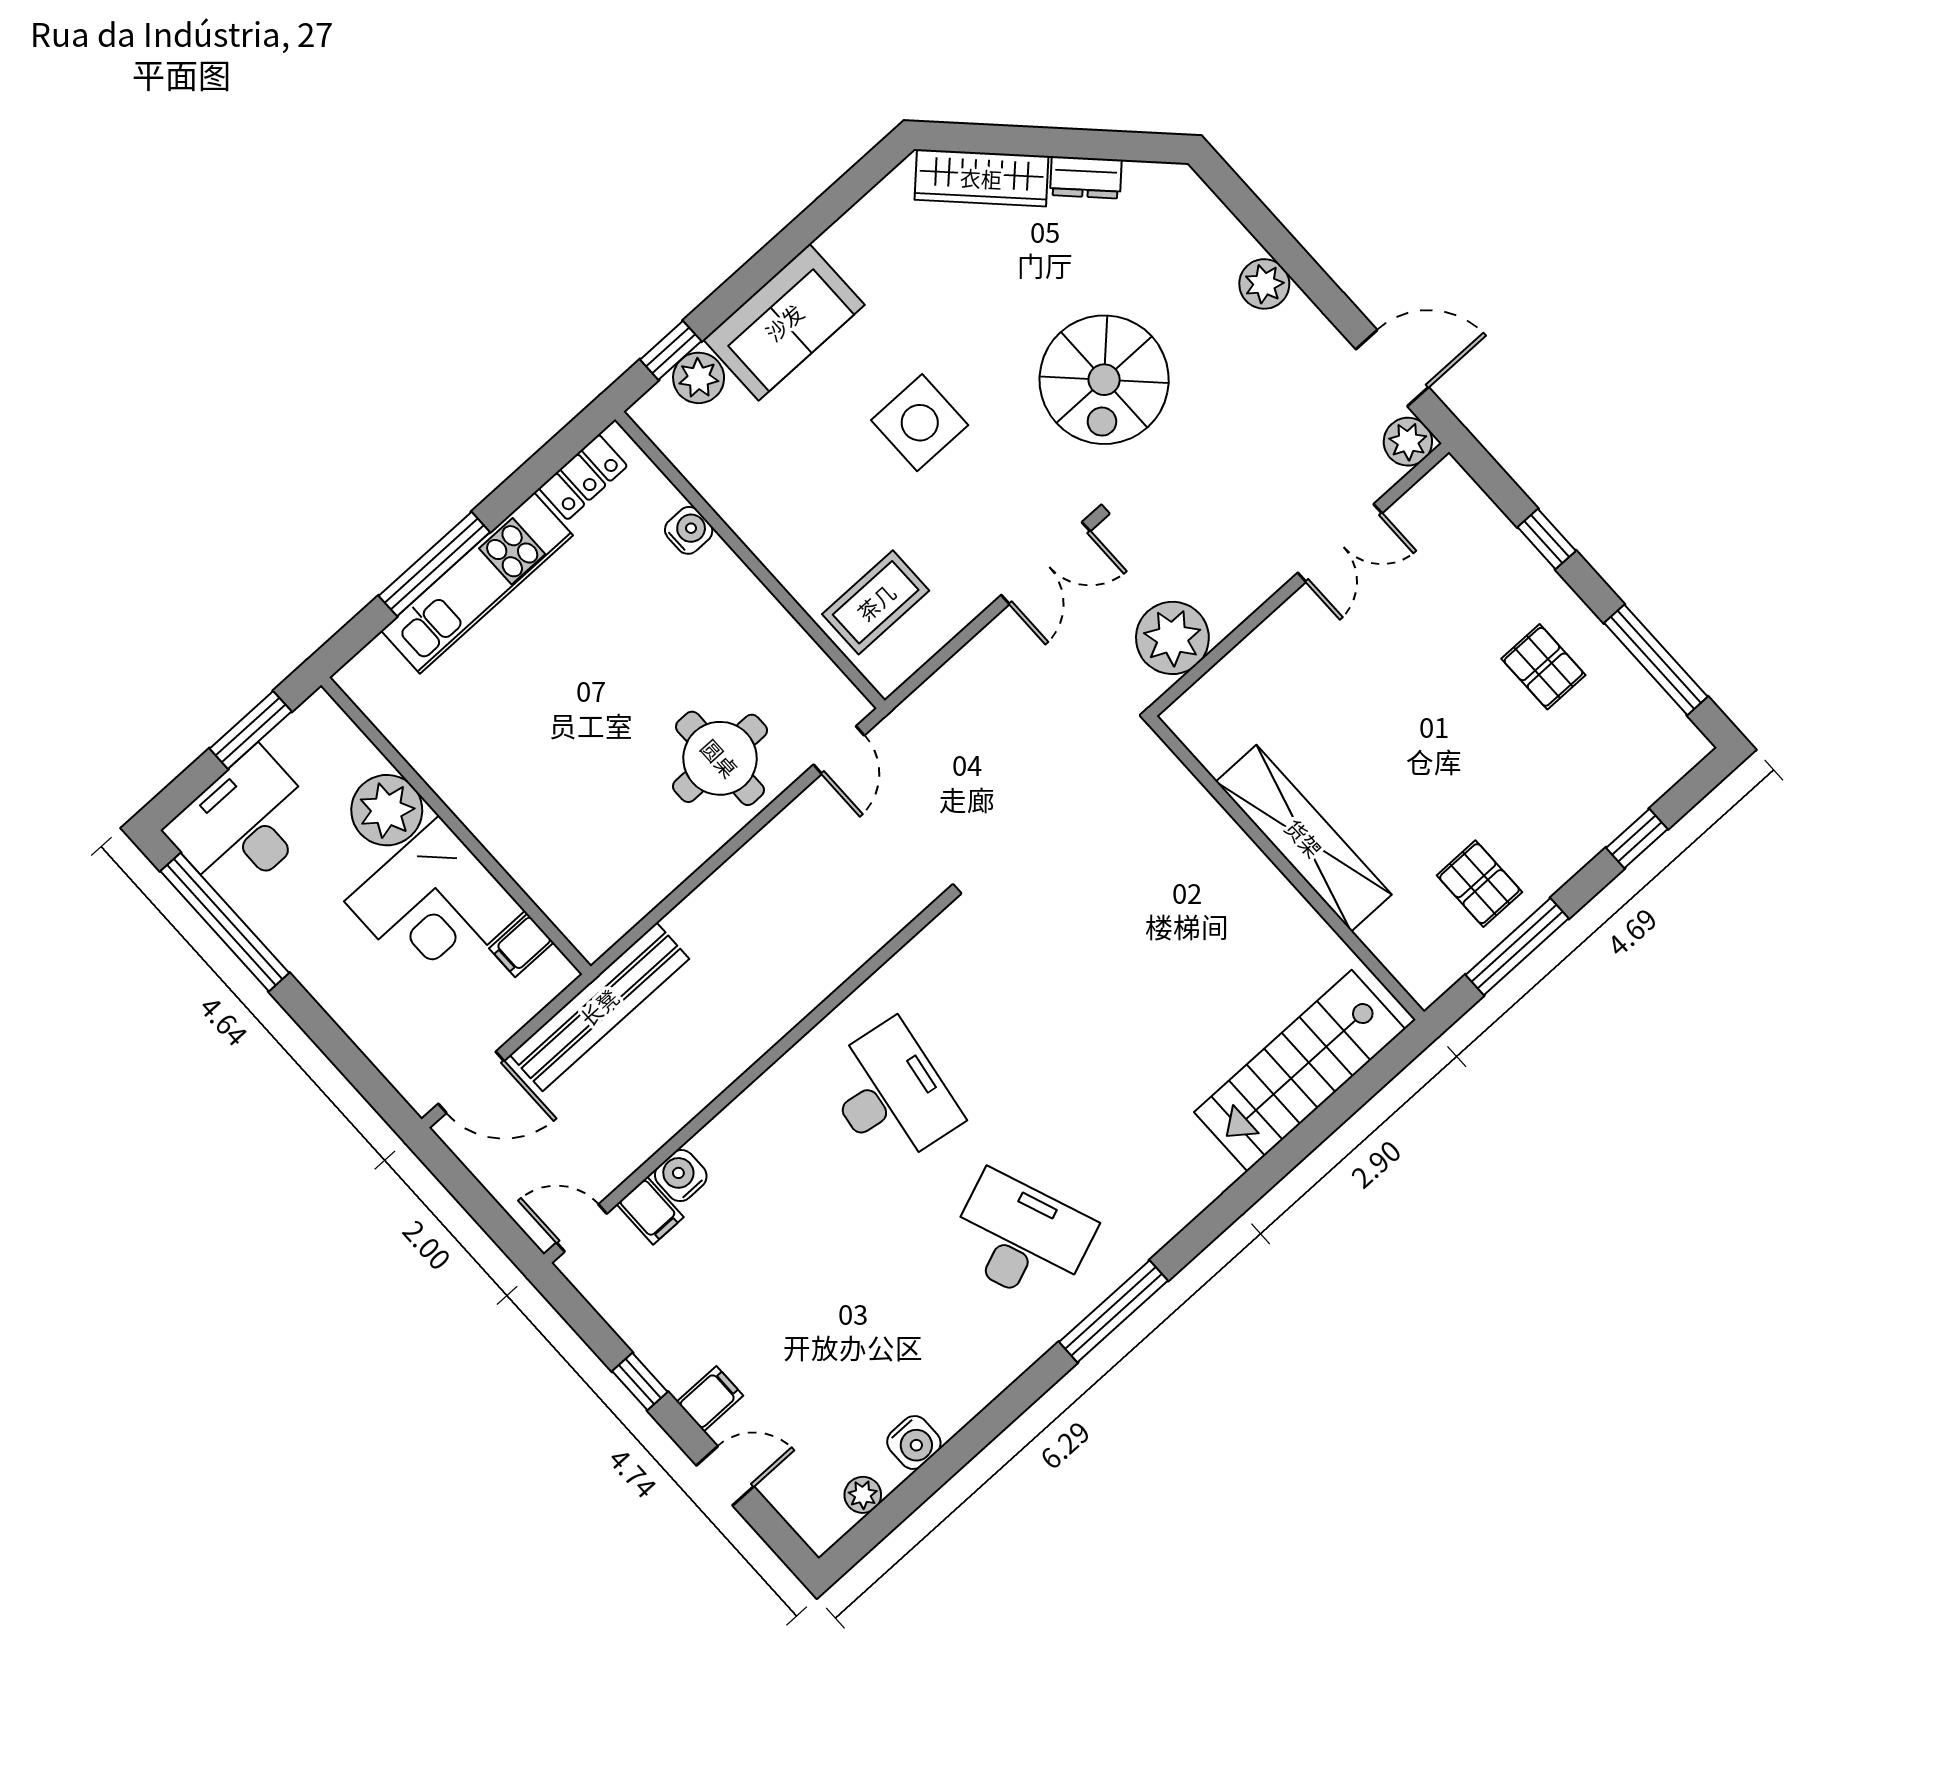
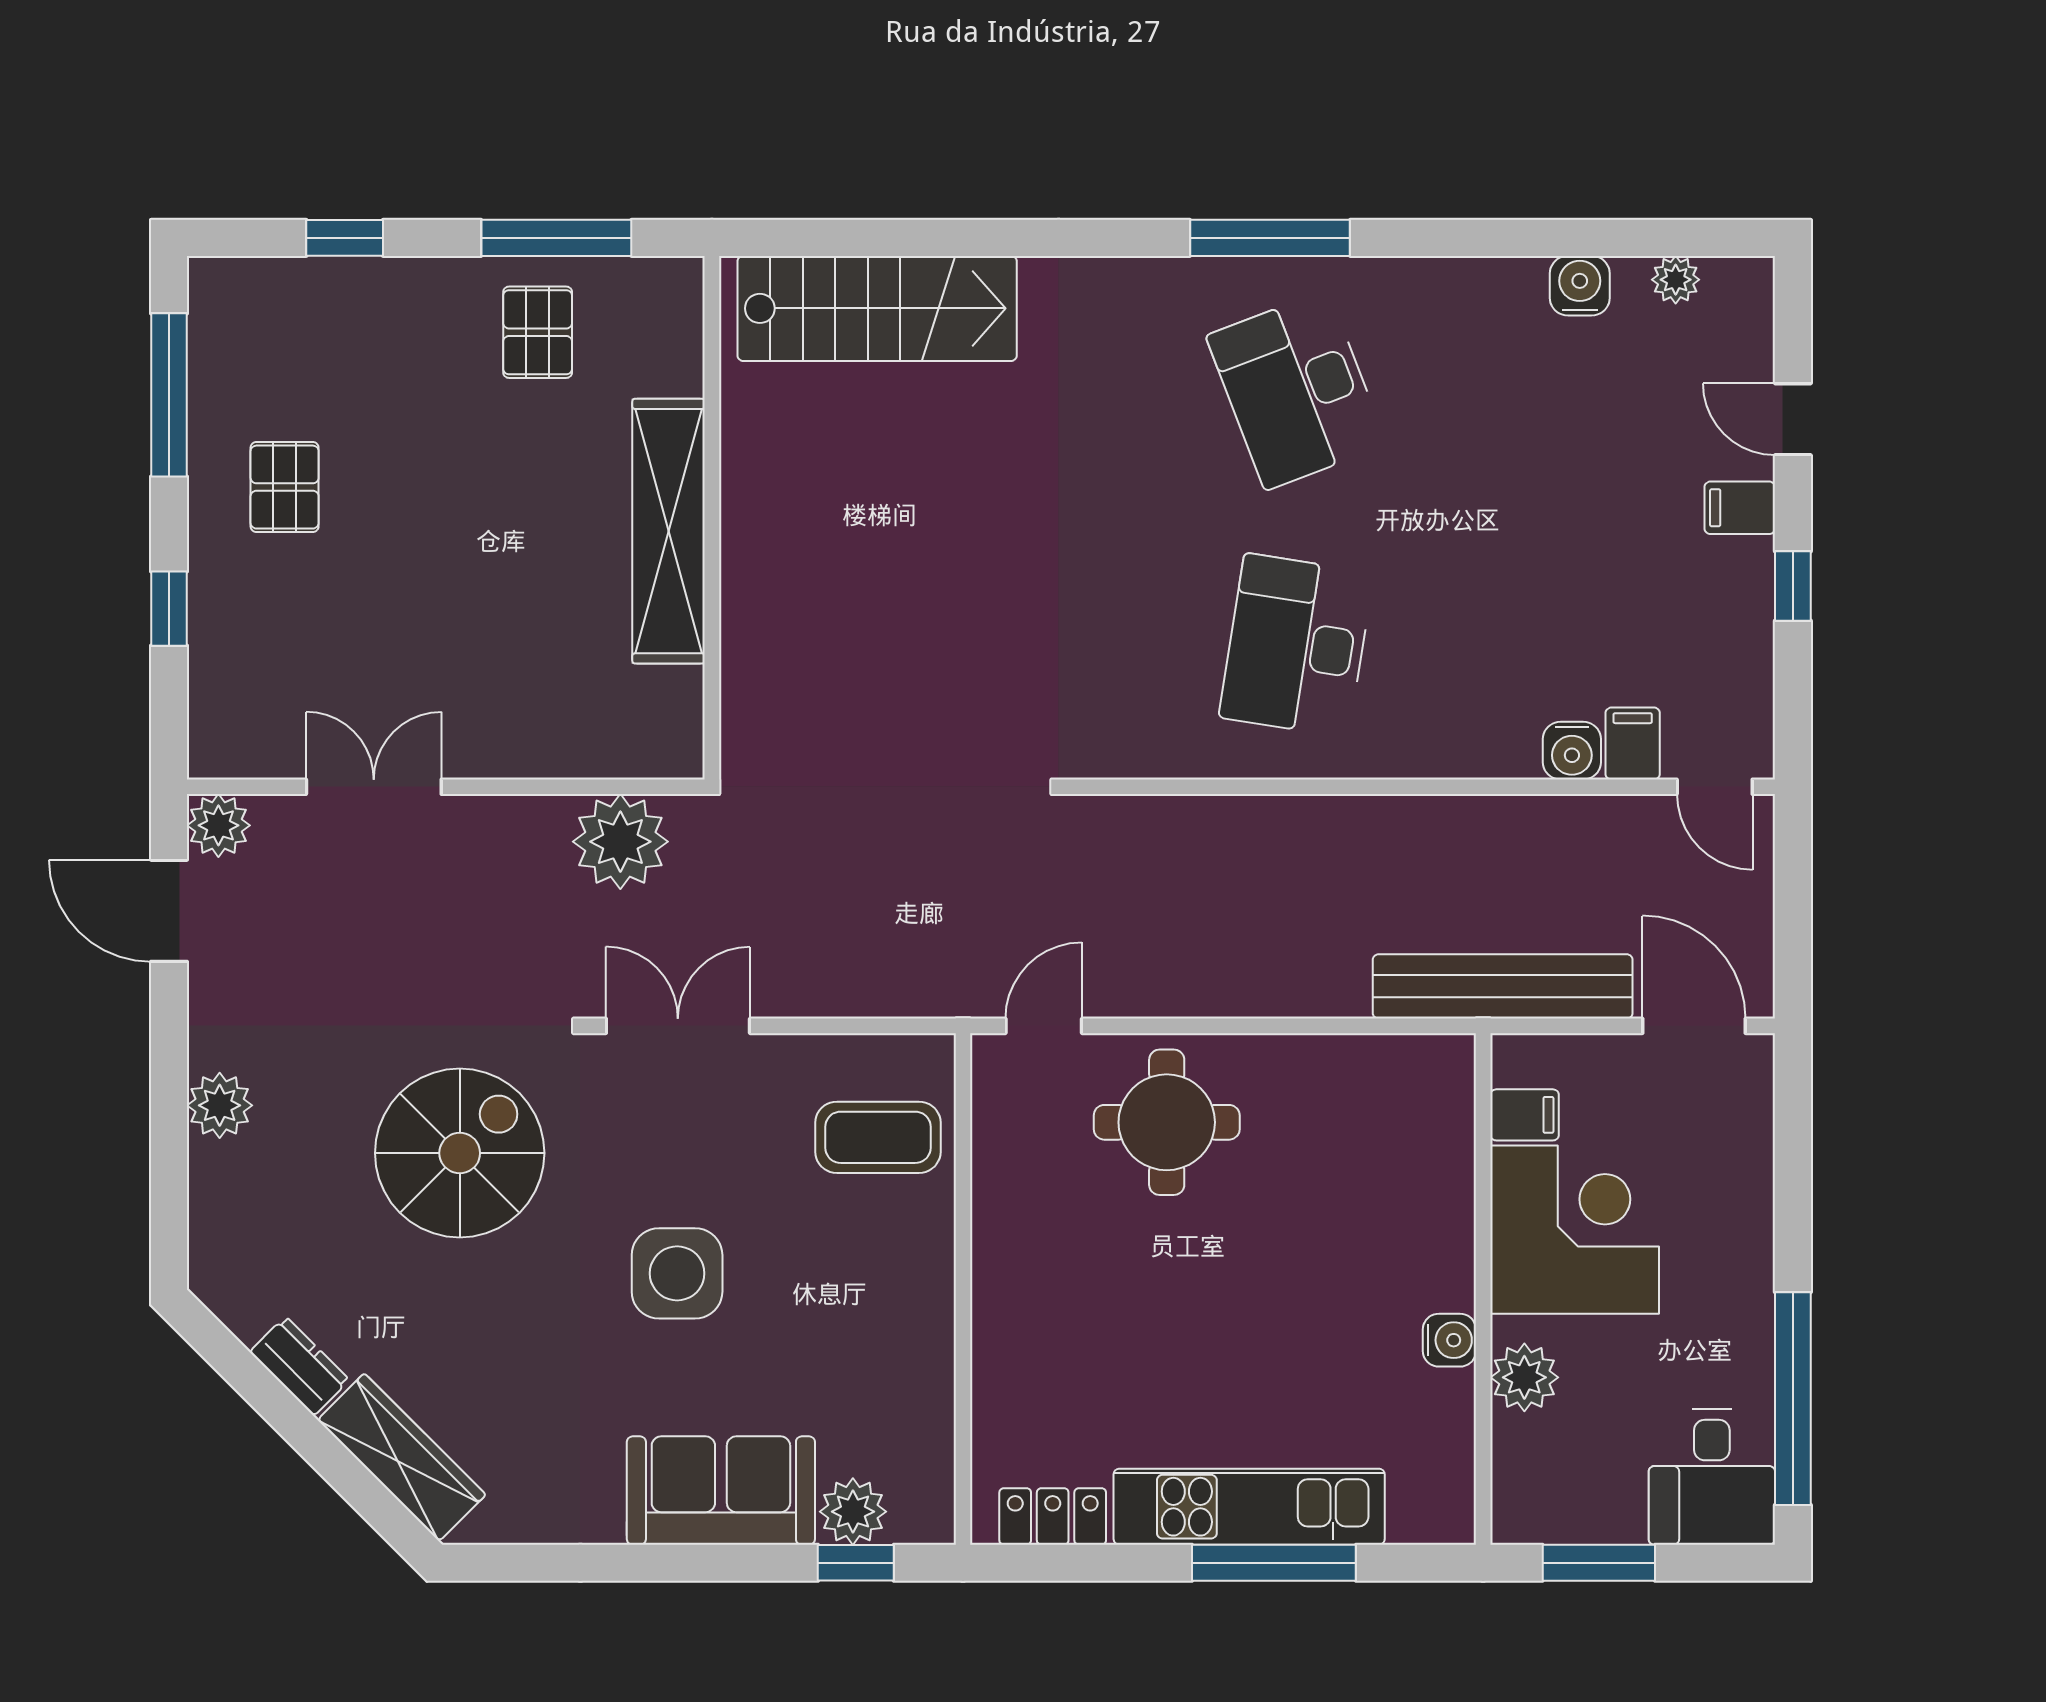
water cooler: (689, 530) -> (1449, 1340), moved, turned 180
plant: (387, 810) -> (1524, 1377), width x0.73, depth x0.73
desk: (244, 824) -> (1712, 1477), width x0.73

